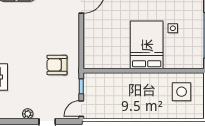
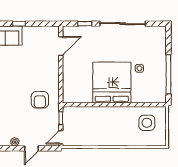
bed: (147, 45) -> (112, 83), width x1.36
armchair: (57, 65) -> (40, 100), turned -90

